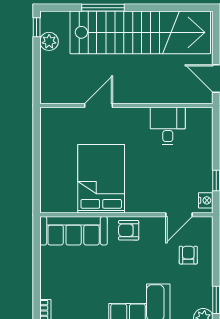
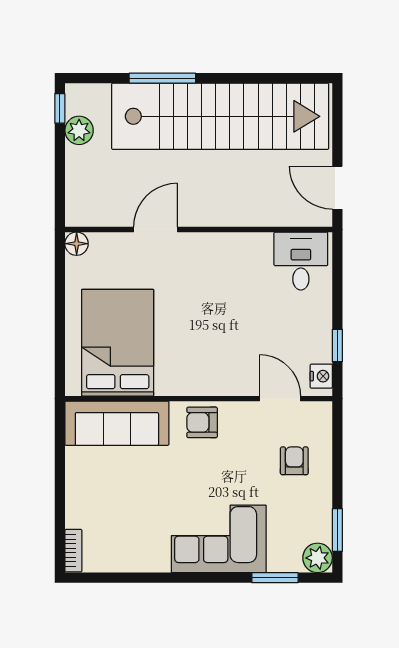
floor lamp: (47, 115) -> (77, 244), added
desk: (168, 126) -> (301, 261), moved
bed: (101, 179) -> (118, 343), moved
door: (179, 215) -> (280, 399), swing flipped

